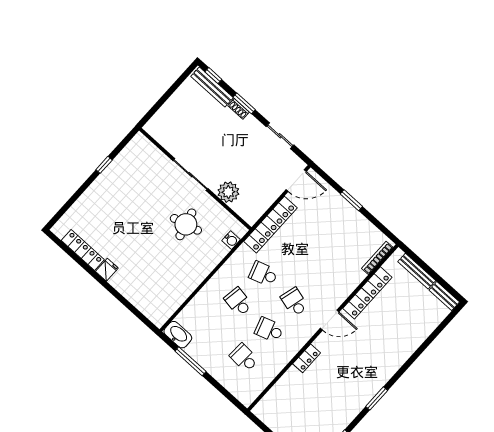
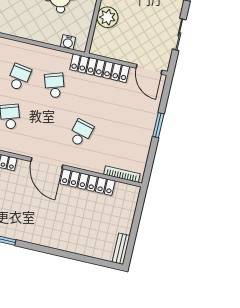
bench: (417, 271) -> (129, 214), removed
school desk: (294, 302) -> (81, 133), moved
door: (330, 320) -> (47, 163), width x1.36

